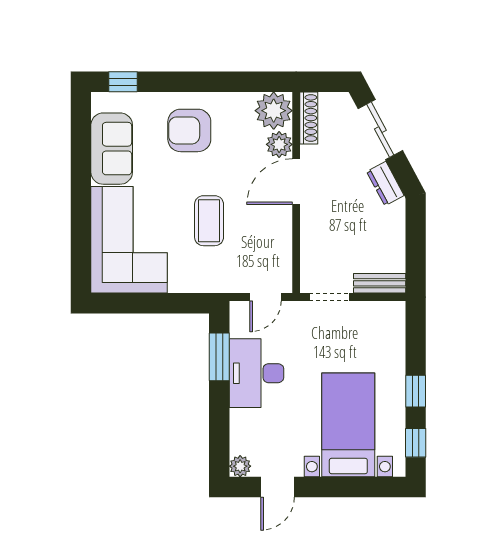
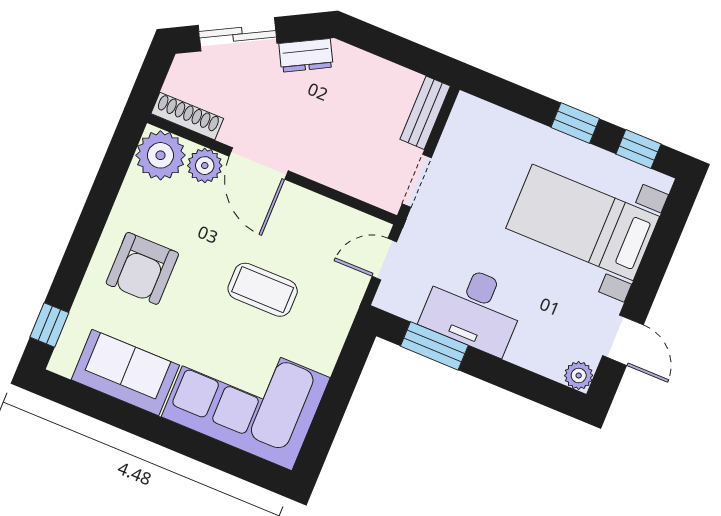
door: (266, 297) -> (384, 259), swing flipped

